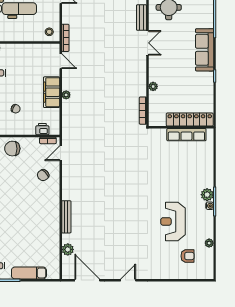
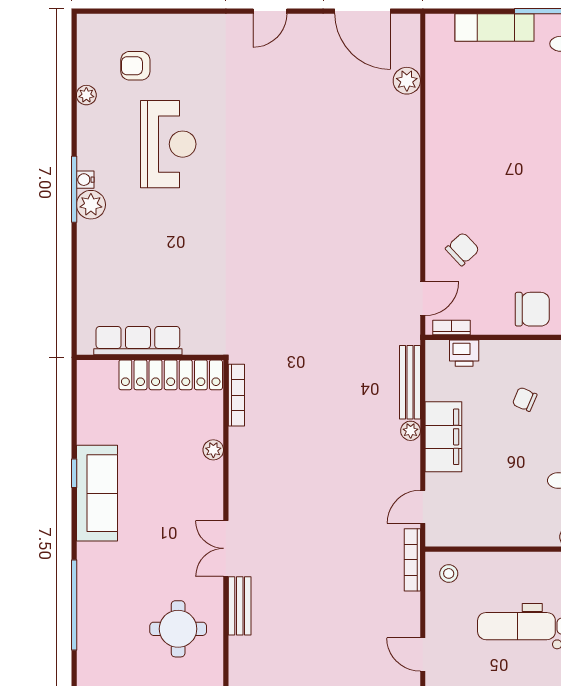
sofa: (205, 50) -> (97, 493), moved
door: (61, 61) -> (423, 507), hinge flipped
locker: (190, 120) -> (171, 375), moved
bench: (66, 217) -> (410, 382), moved

